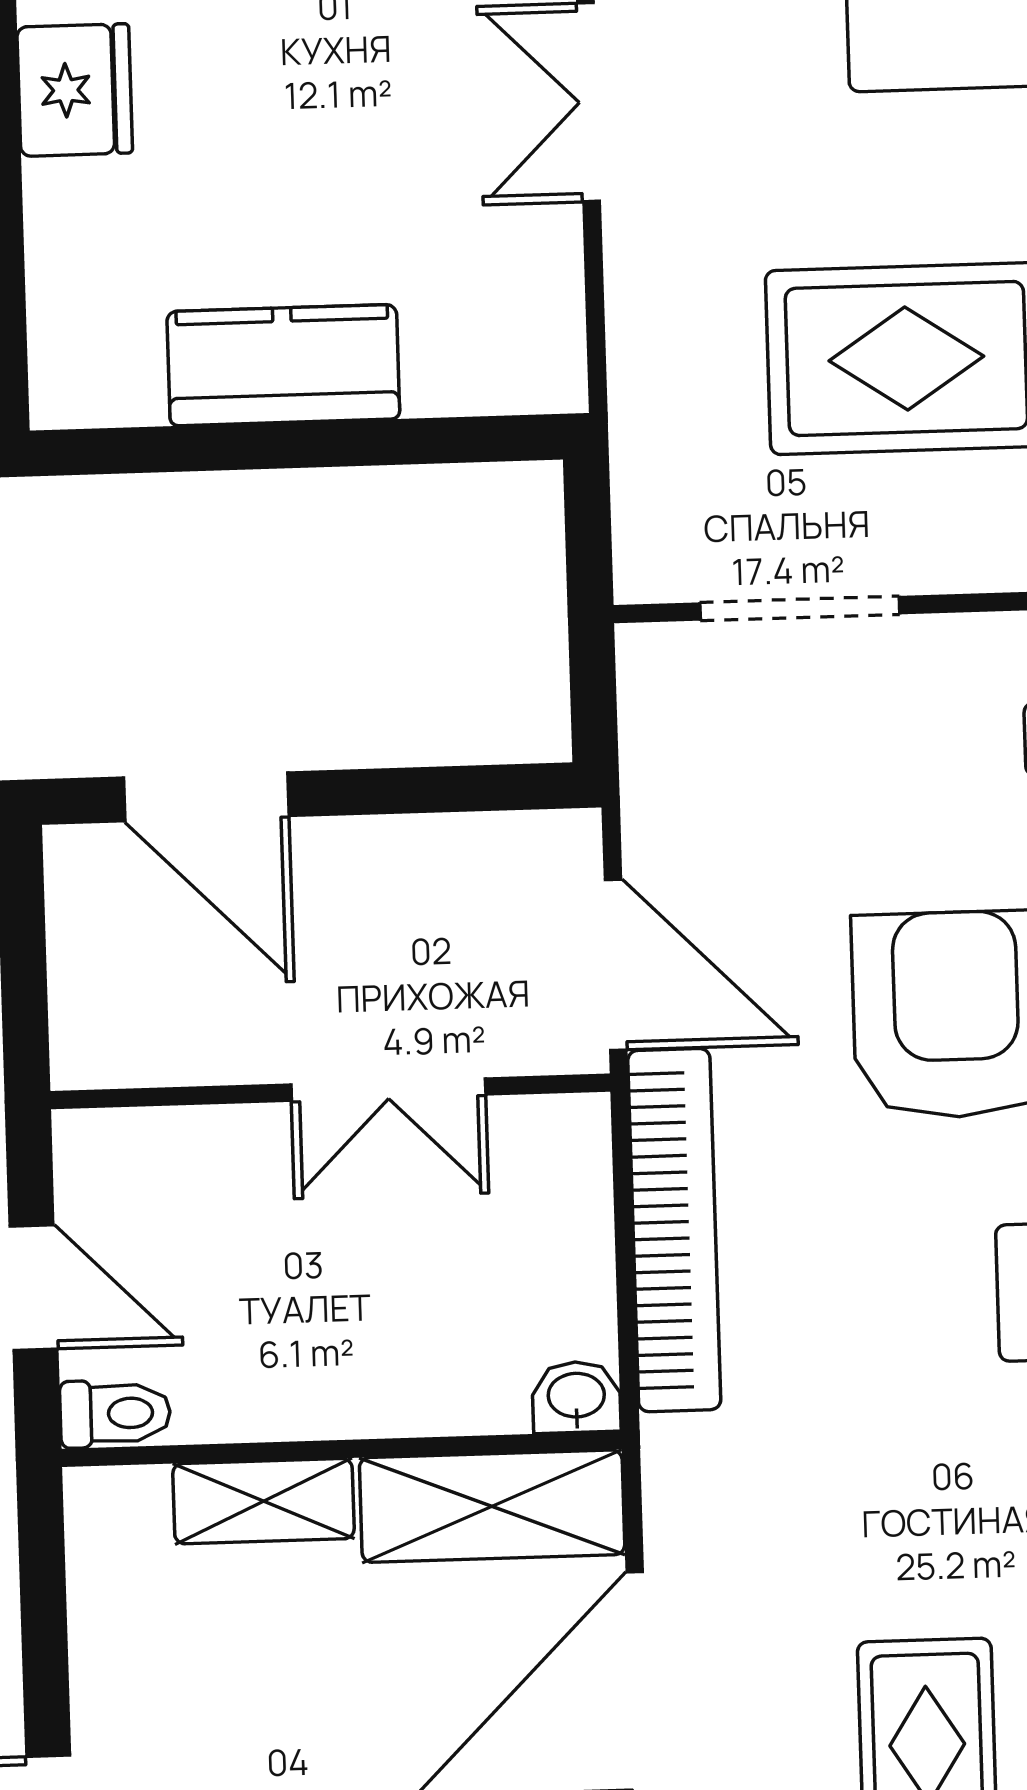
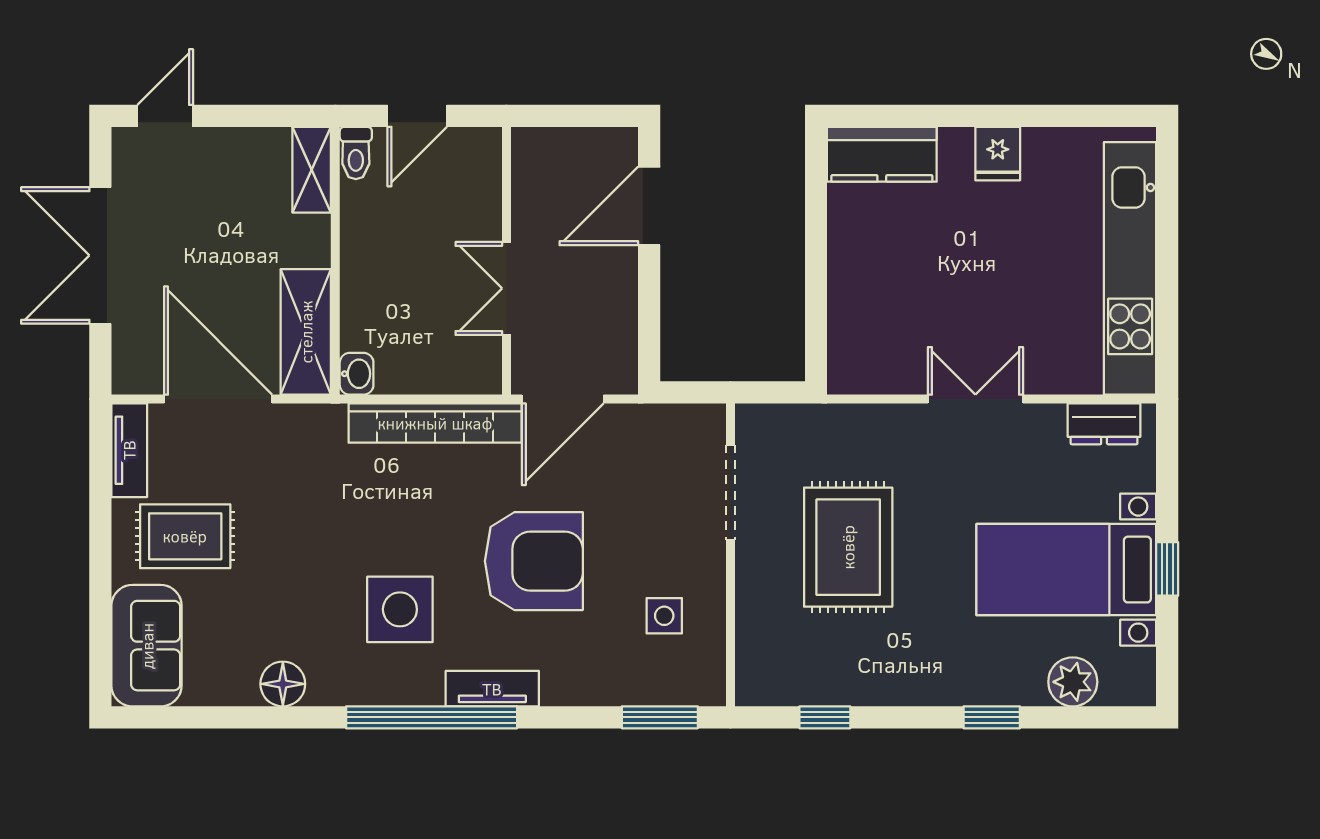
fridge: (75, 90) -> (998, 154), width x0.72
kitchen counter: (283, 365) -> (882, 154), moved, turned 90
shelving: (263, 1501) -> (312, 170), moved

